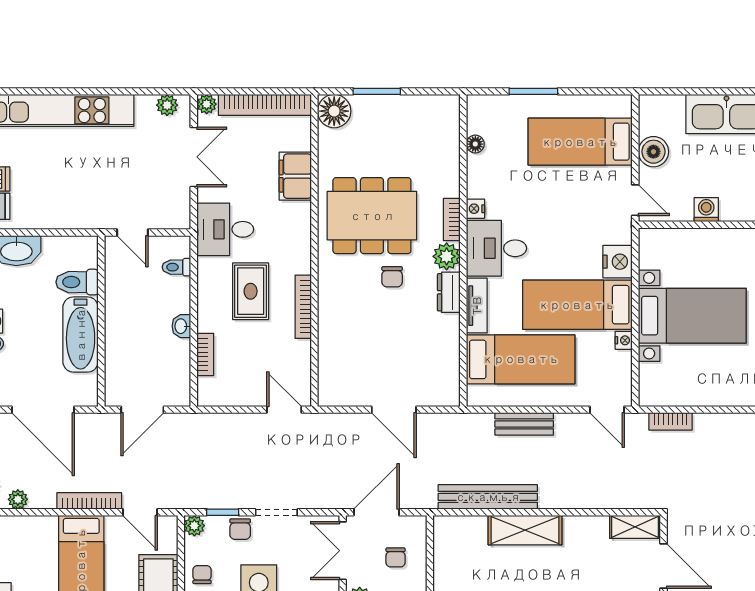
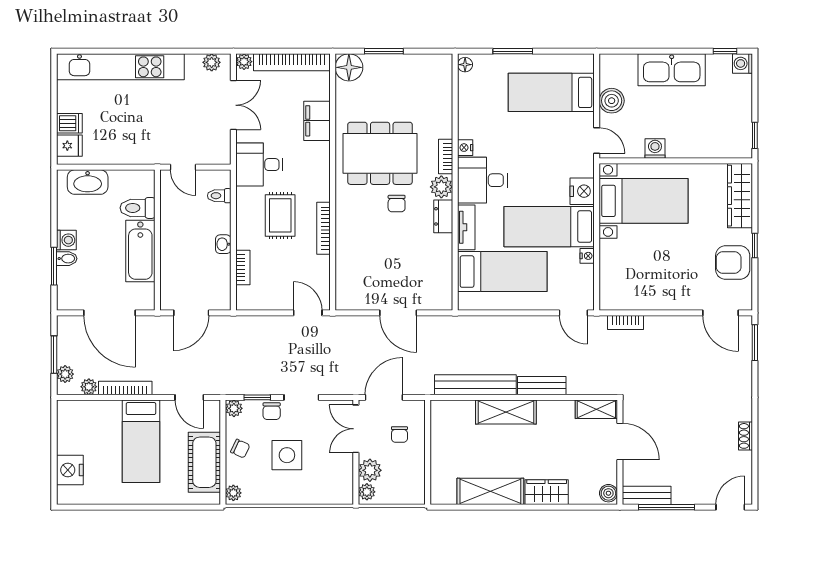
floor lamp: (475, 144) -> (465, 65), moved
bed with nightstands: (692, 316) -> (643, 201), moved
bench: (524, 424) -> (542, 386), moved
bookcase: (89, 501) -> (125, 388), moved
chair: (202, 575) -> (240, 449), turned 115

